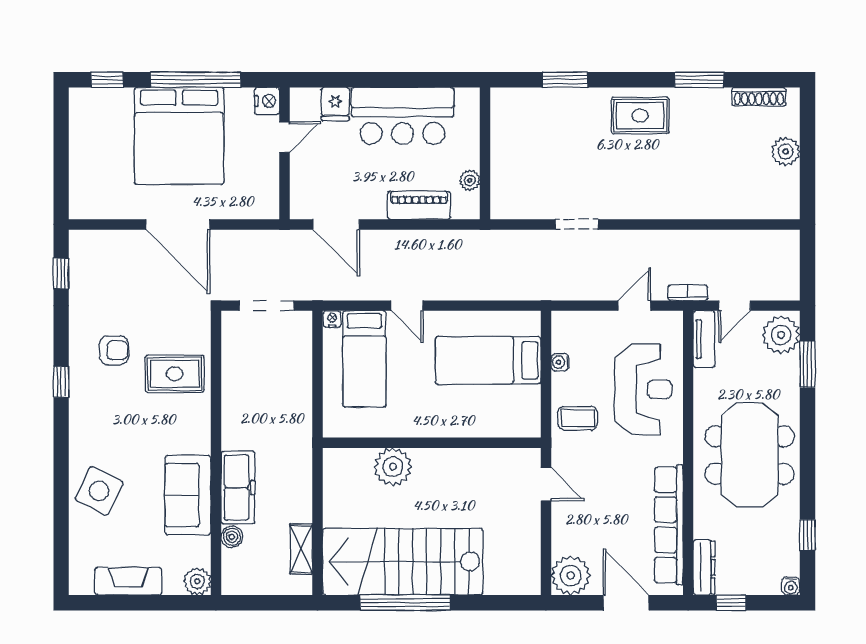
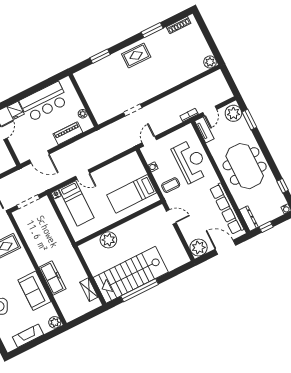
plant: (786, 151) -> (210, 62), moved
door: (634, 306) -> (149, 141), moved
bed: (488, 360) -> (132, 194), moved
boiler: (232, 537) -> (60, 298), removed

